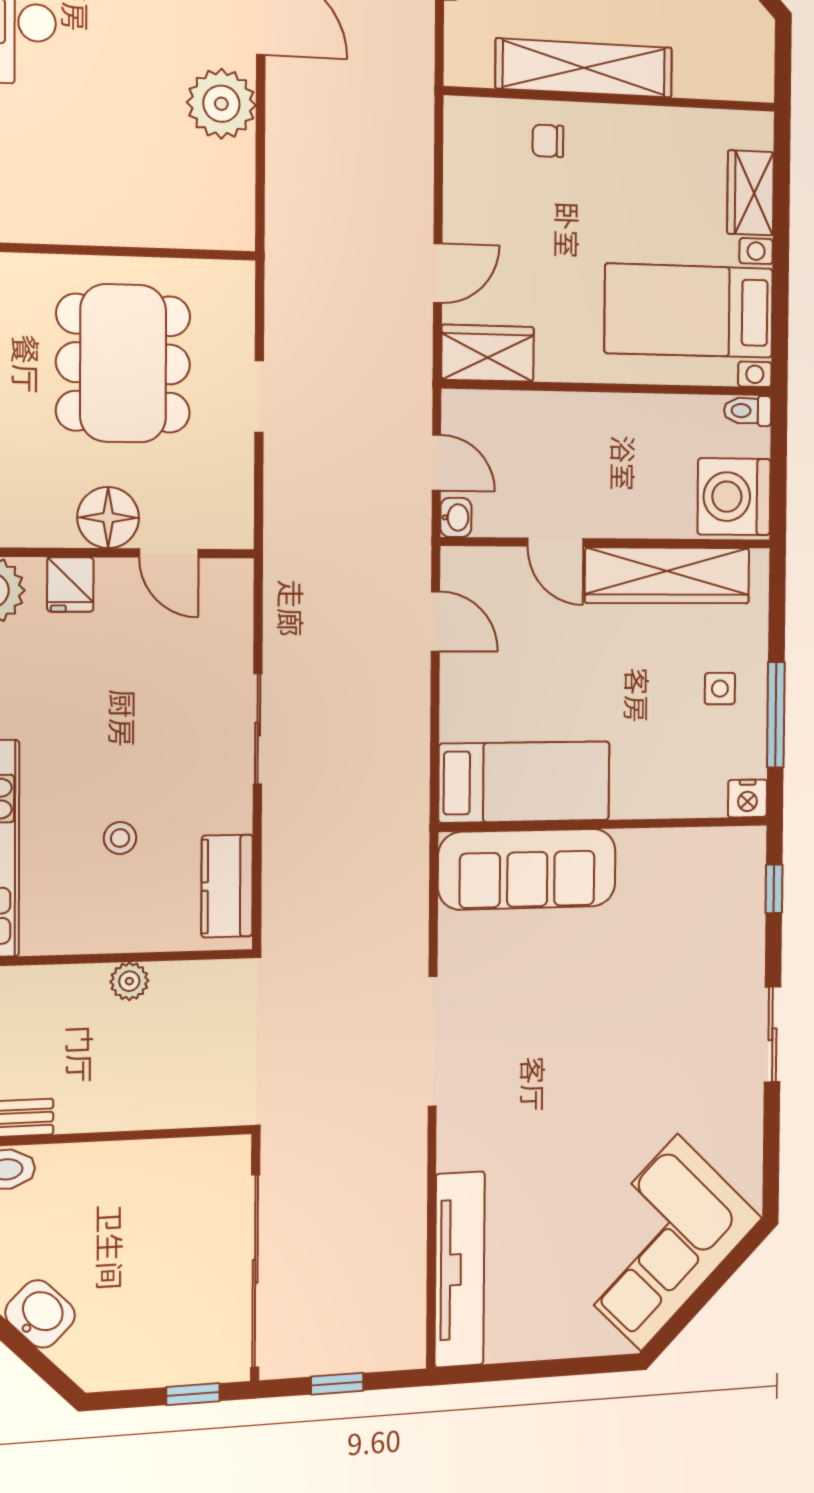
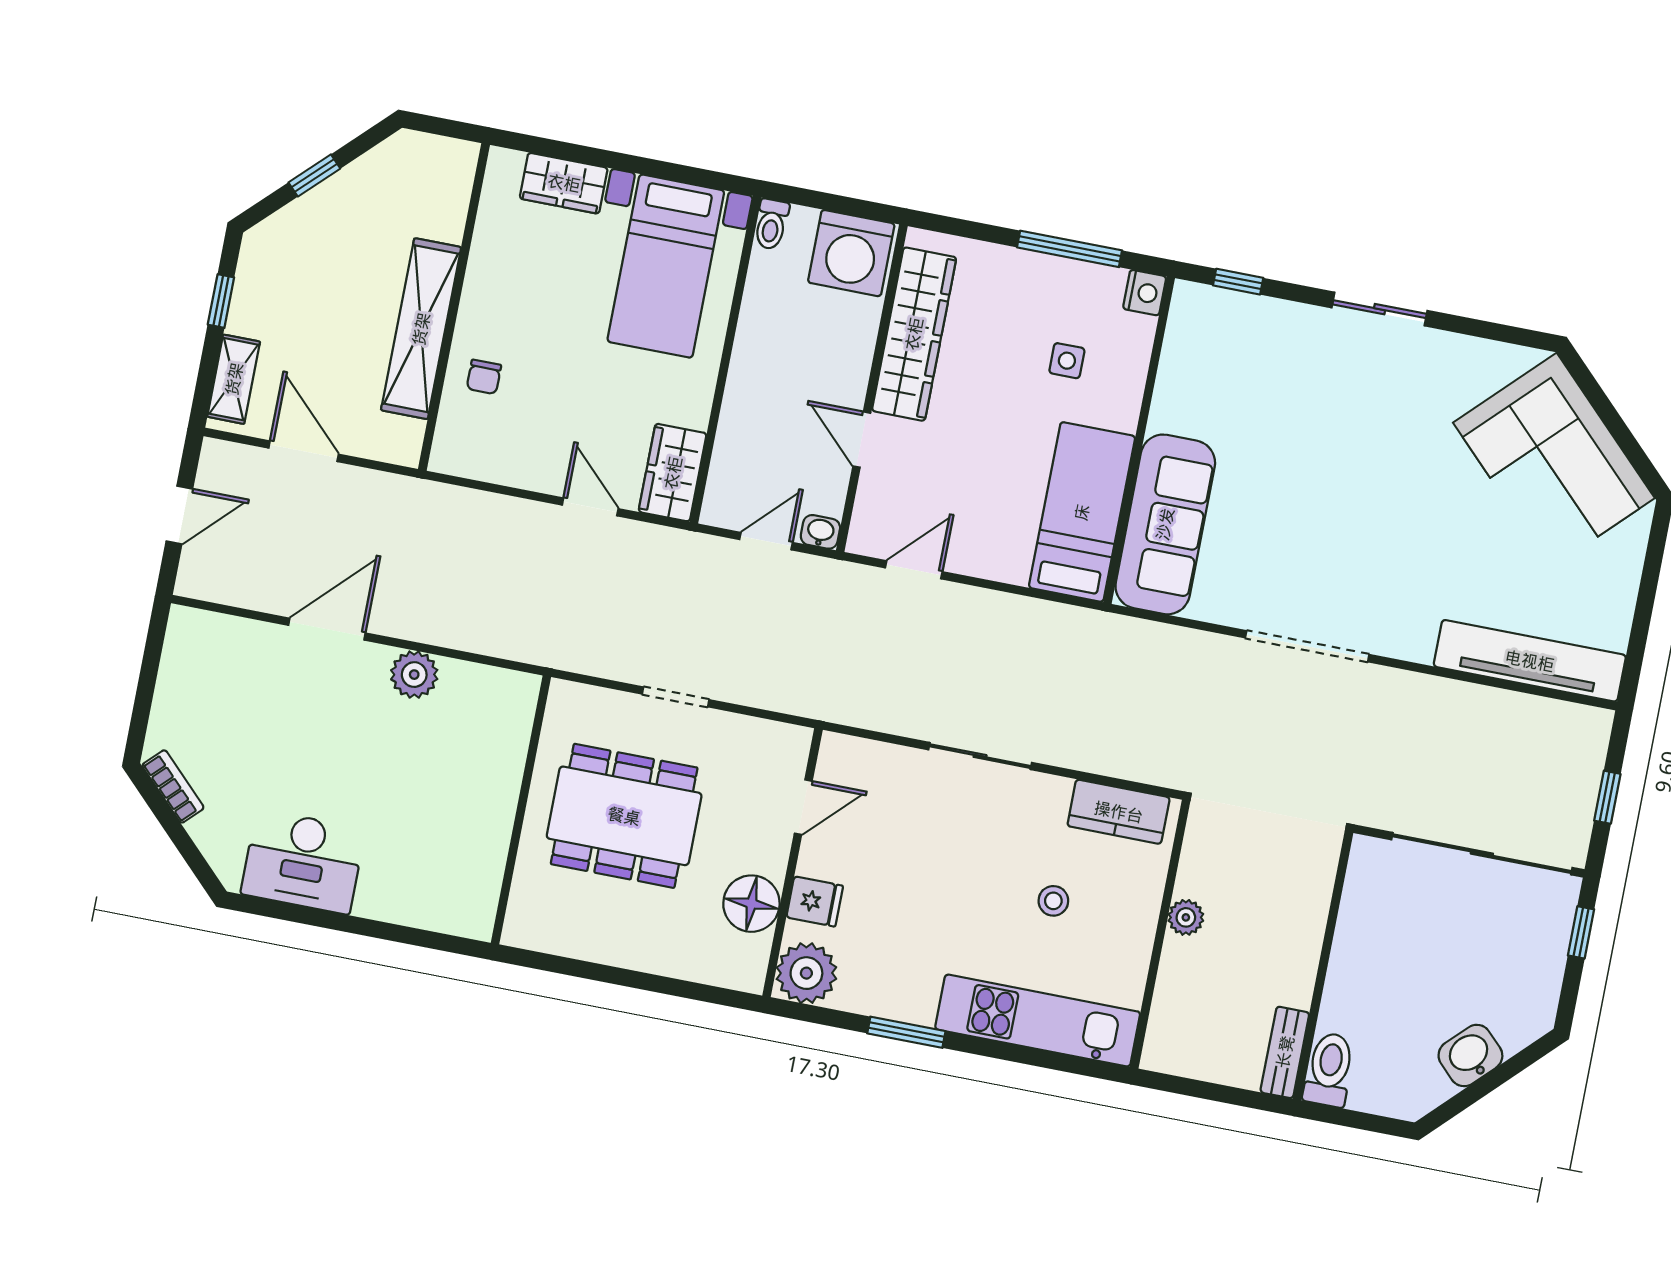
plant: (221, 104) -> (414, 675), width x0.73, depth x0.73
floor lamp: (108, 518) -> (751, 904), moved
door: (555, 542) -> (862, 440), swing flipped
side table: (720, 689) -> (1067, 361), moved

